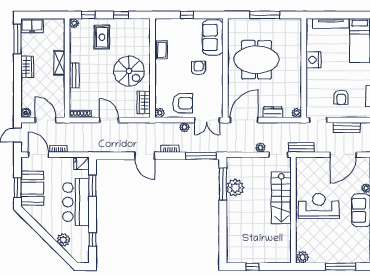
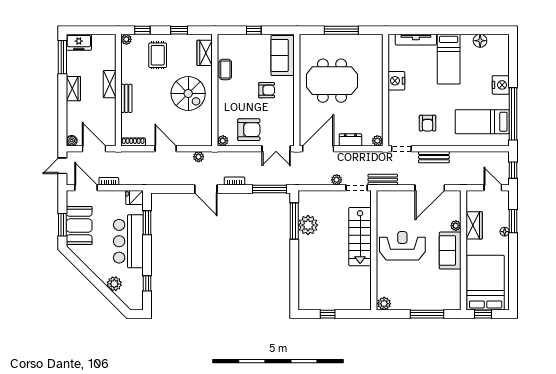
armchair: (198, 68) -> (267, 90), turned 90
wardrobe: (144, 102) -> (205, 53), moved
plant: (184, 127) -> (199, 157), moved

